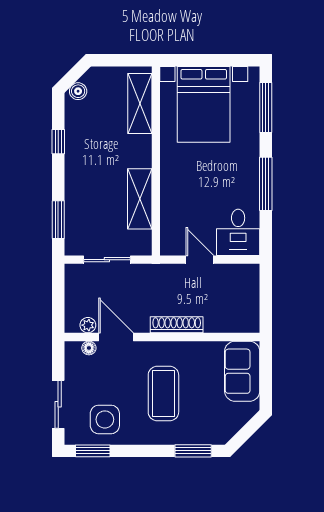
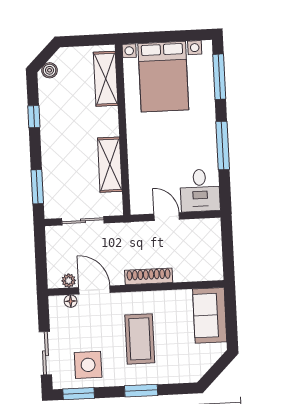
window: (193, 451) -> (141, 391), moved

